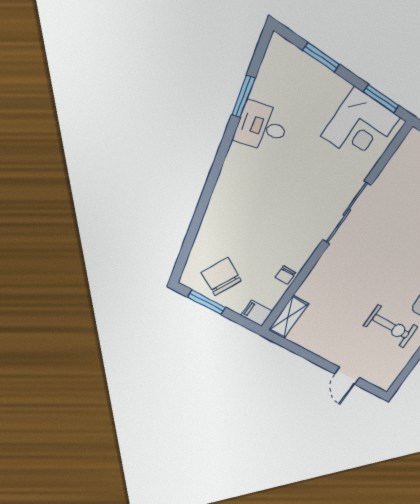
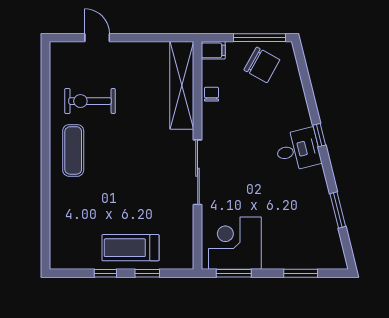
desk: (262, 127) -> (298, 150), moved
window: (212, 180) -> (319, 135), added
window: (207, 302) -> (259, 38), width x1.44
shelving: (288, 317) -> (182, 85), width x2.20, depth x1.33

